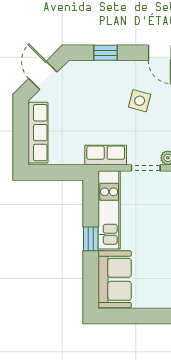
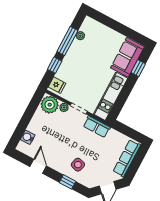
side table: (140, 101) -> (78, 165), moved
window: (91, 239) -> (138, 68), moved

